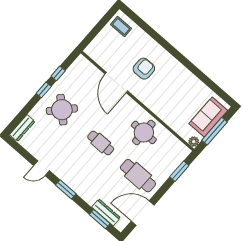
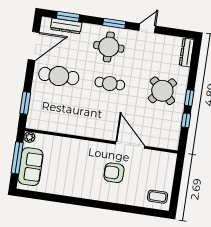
armchair: (144, 69) -> (114, 173), turned 90
round table: (144, 132) -> (109, 47), moved

